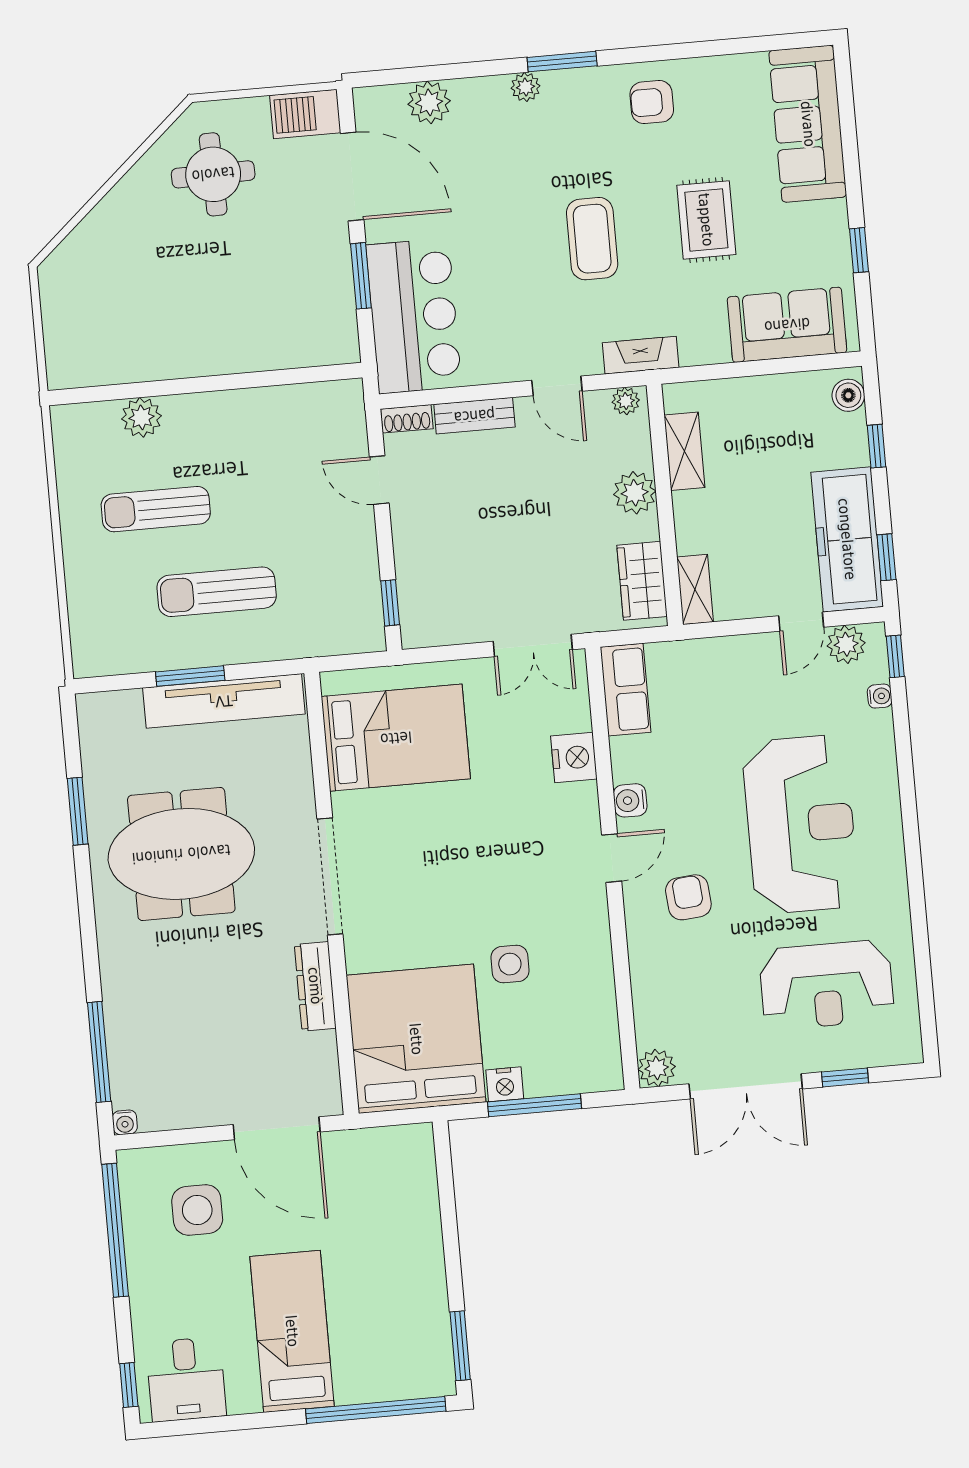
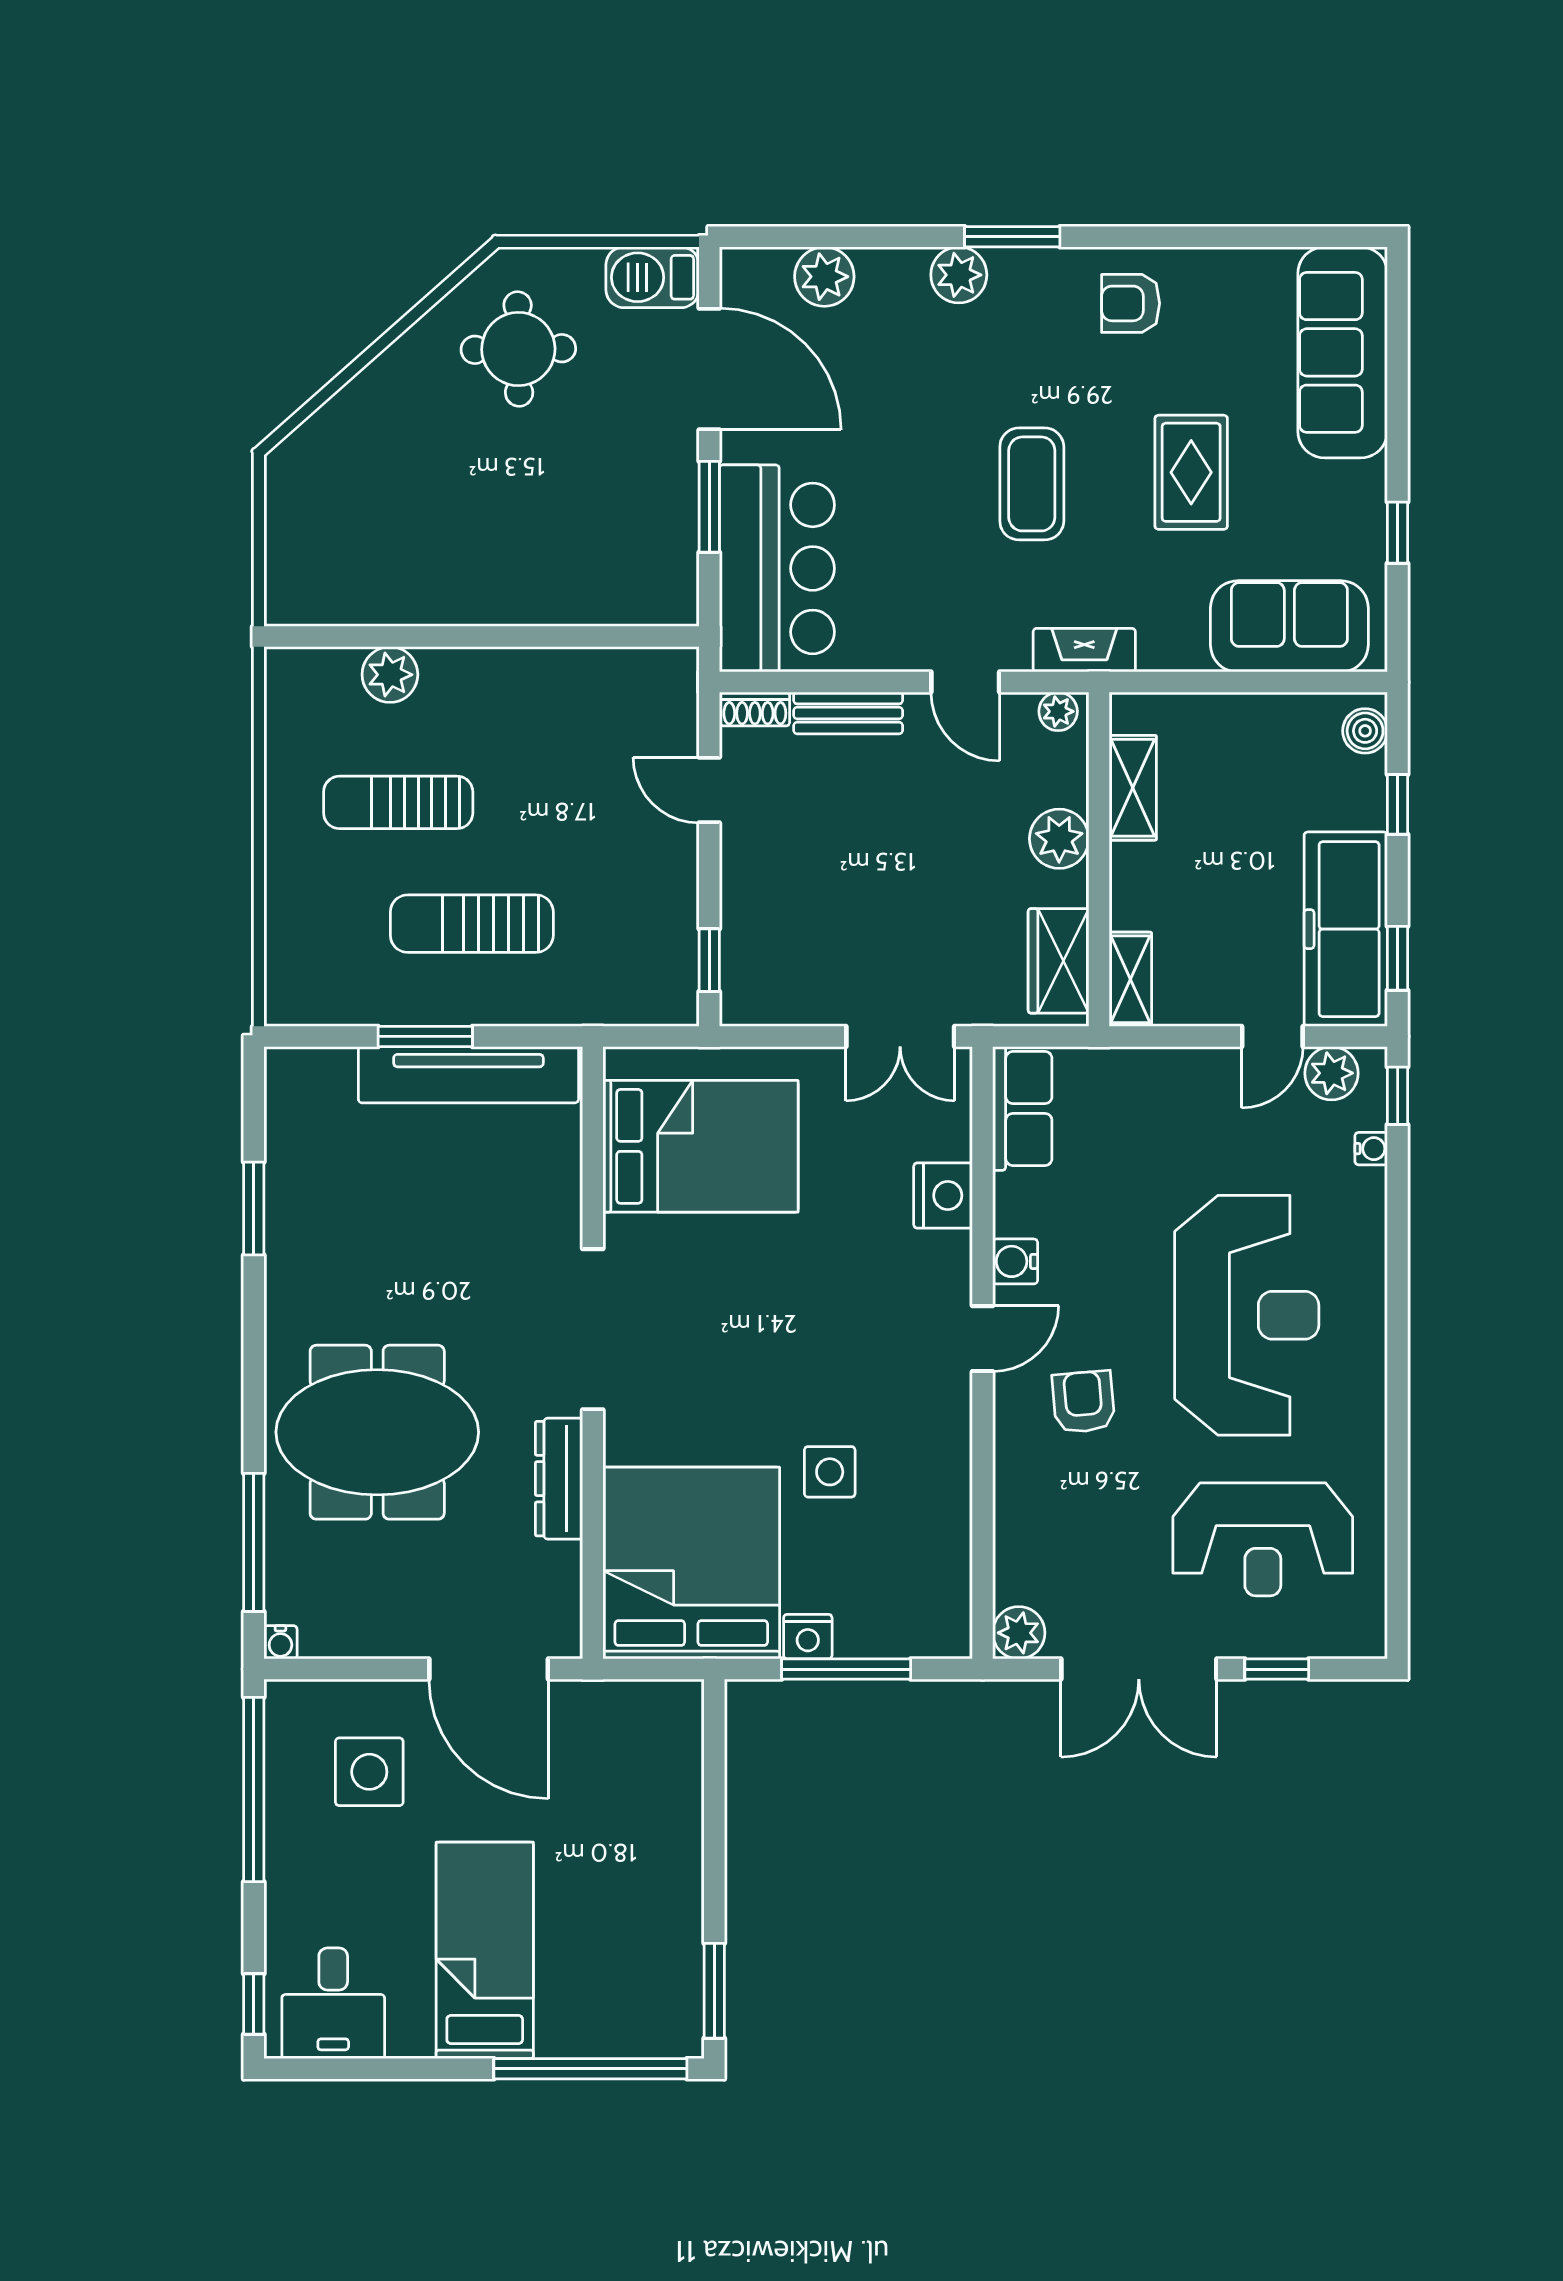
plant: (525, 87) -> (959, 275), width x1.38, depth x1.38
meeting table: (181, 854) -> (377, 1432), moved

